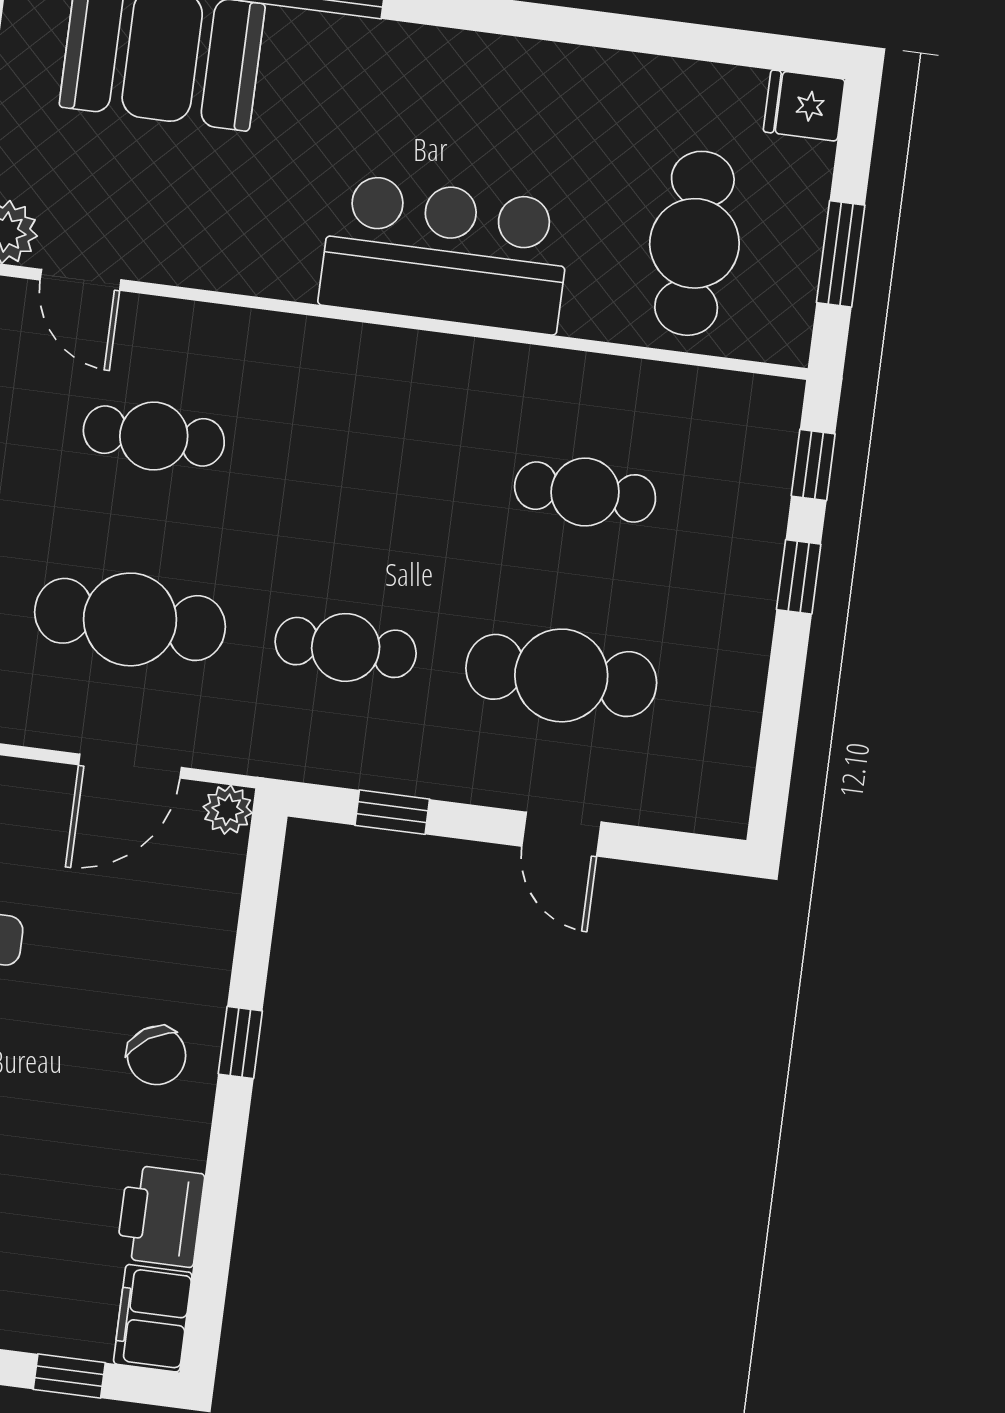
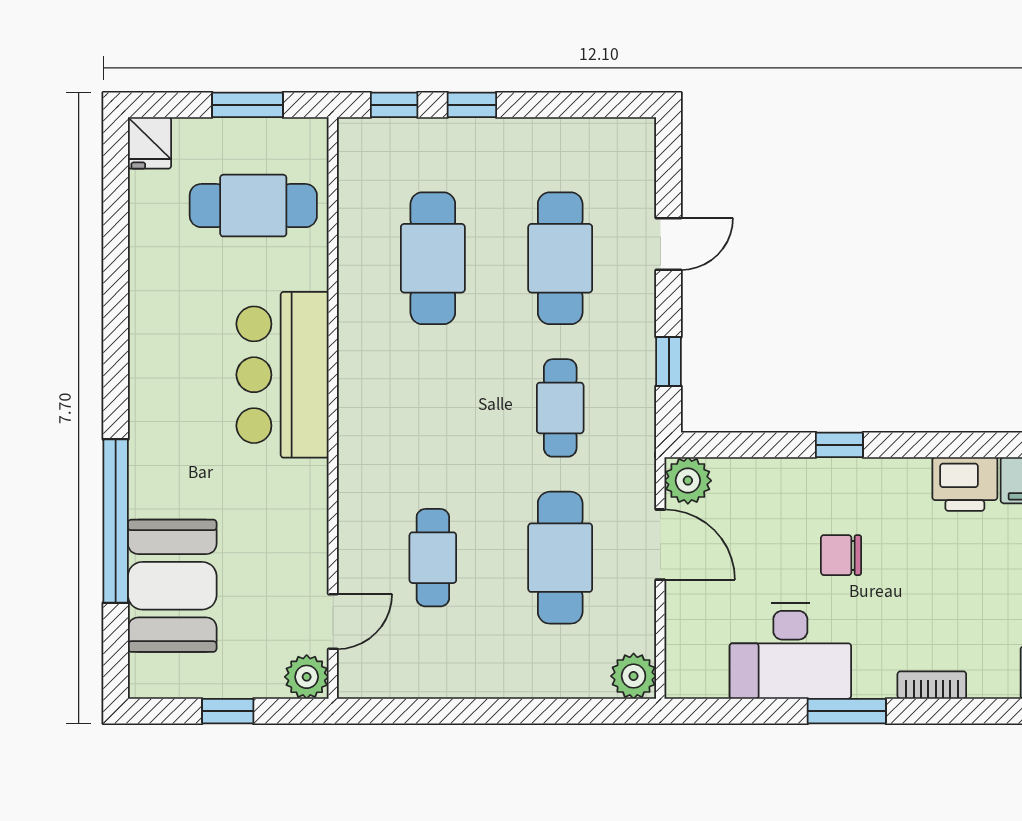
cafe table: (585, 492) -> (433, 258), width x1.37, depth x1.35
plant: (228, 810) -> (688, 481), width x1.38, depth x1.38
chair: (157, 1056) -> (841, 555), moved, turned -147

